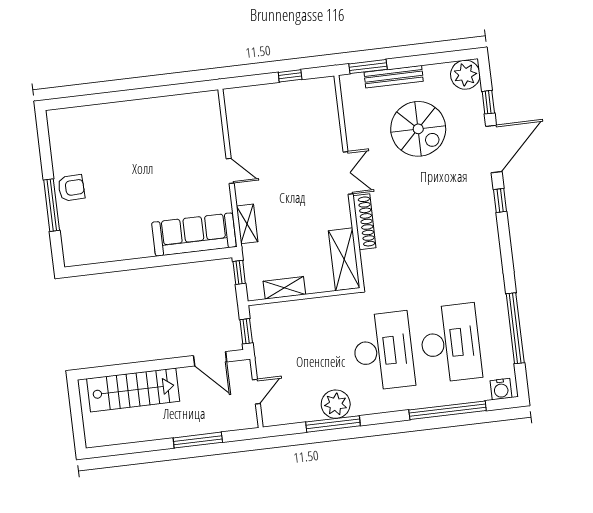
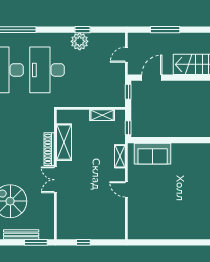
sofa: (194, 235) -> (153, 154), width x0.73
shelving: (344, 259) -> (64, 142), moved
door: (210, 359) -> (152, 78), hinge flipped
window: (333, 424) -> (83, 30), width x0.46

